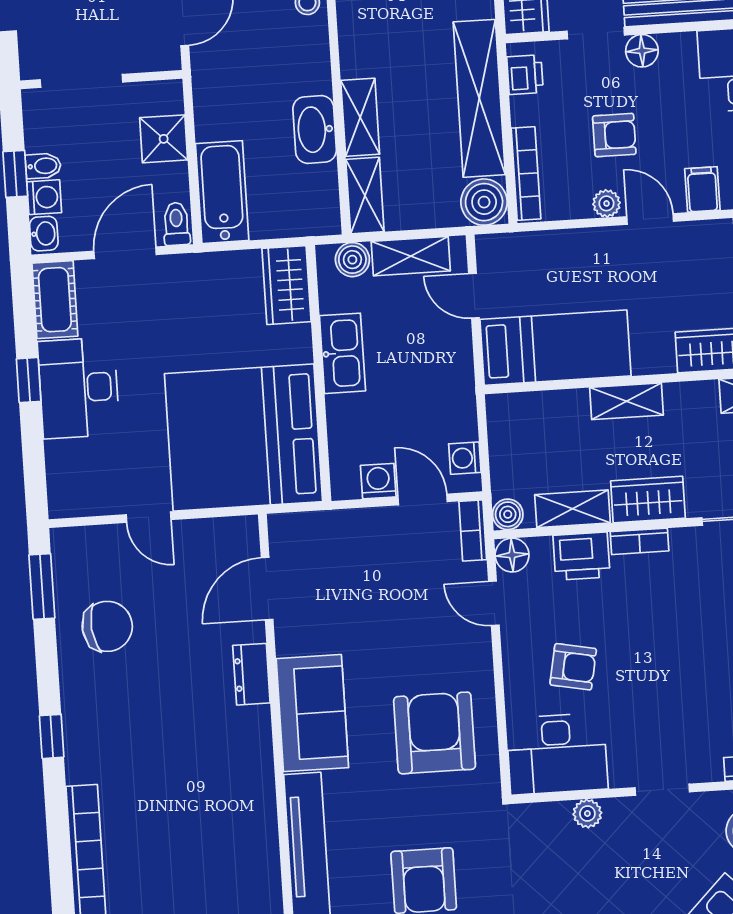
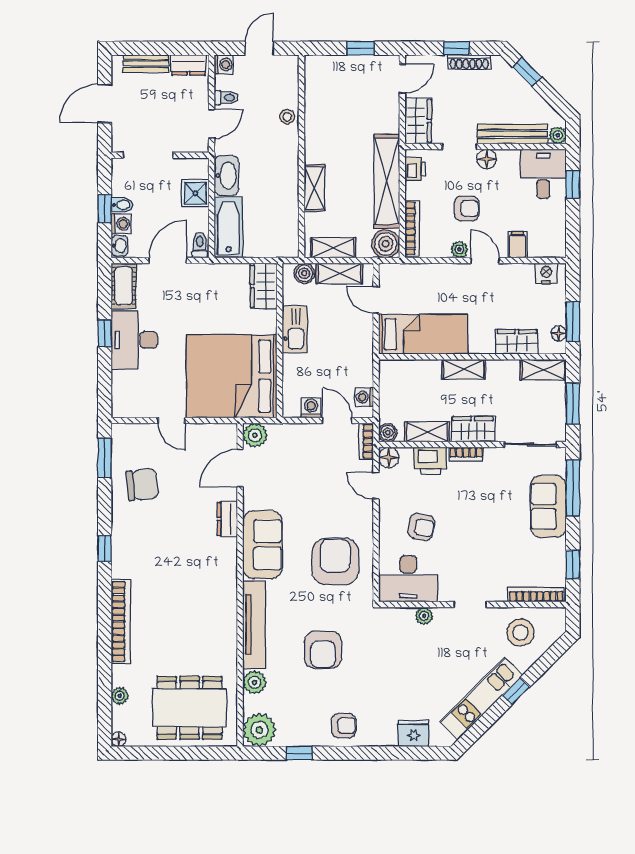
washbasin: (315, 129) -> (227, 176), moved, turned 180
shelving: (365, 196) -> (333, 248), moved, turned 90
plant: (288, 533) -> (255, 435), added

